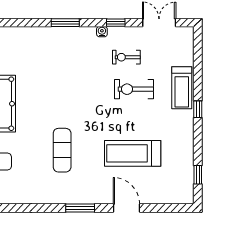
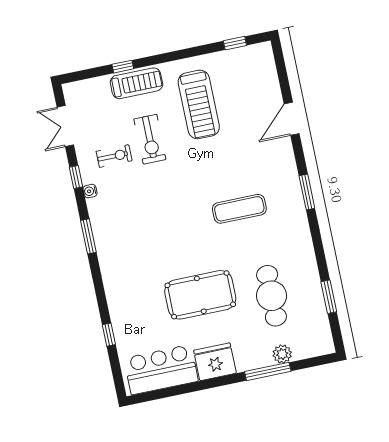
exercise bike: (126, 57) -> (114, 156), turned -90
window: (198, 109) -> (123, 67), moved
treadmill: (133, 153) -> (199, 104), moved
window: (80, 208) -> (307, 192), moved

